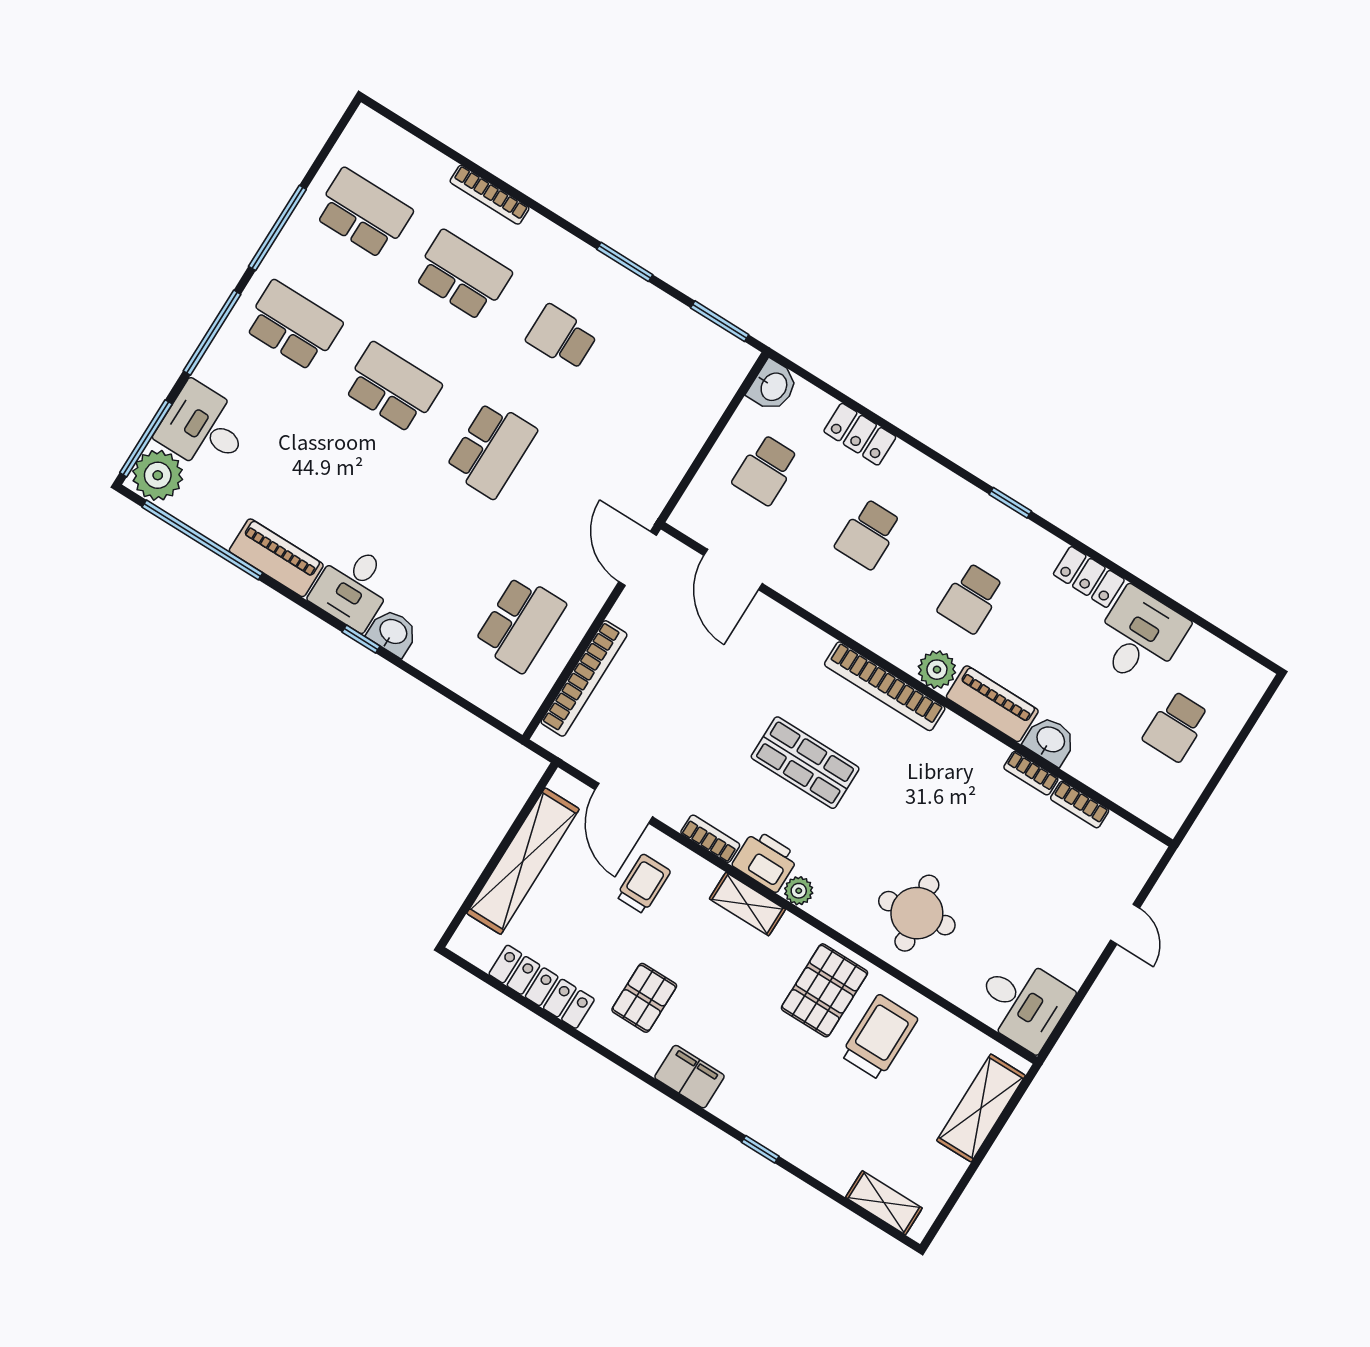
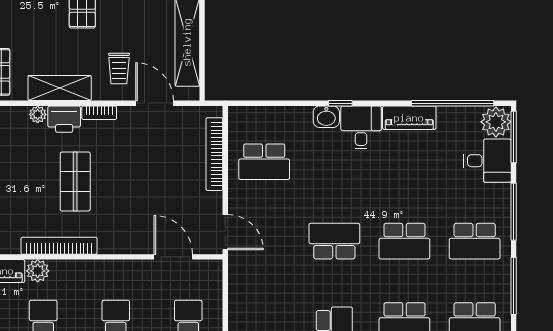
school desk: (491, 449) -> (334, 241), turned 90
school desk: (520, 624) -> (264, 162), turned -90
shop shelf: (805, 763) -> (75, 182), turned 90
shelving: (747, 904) -> (60, 88), width x1.50, depth x1.33

